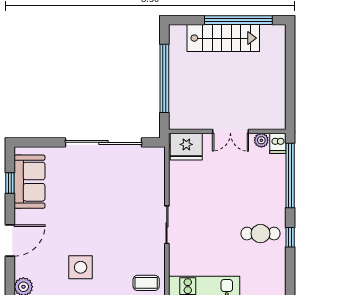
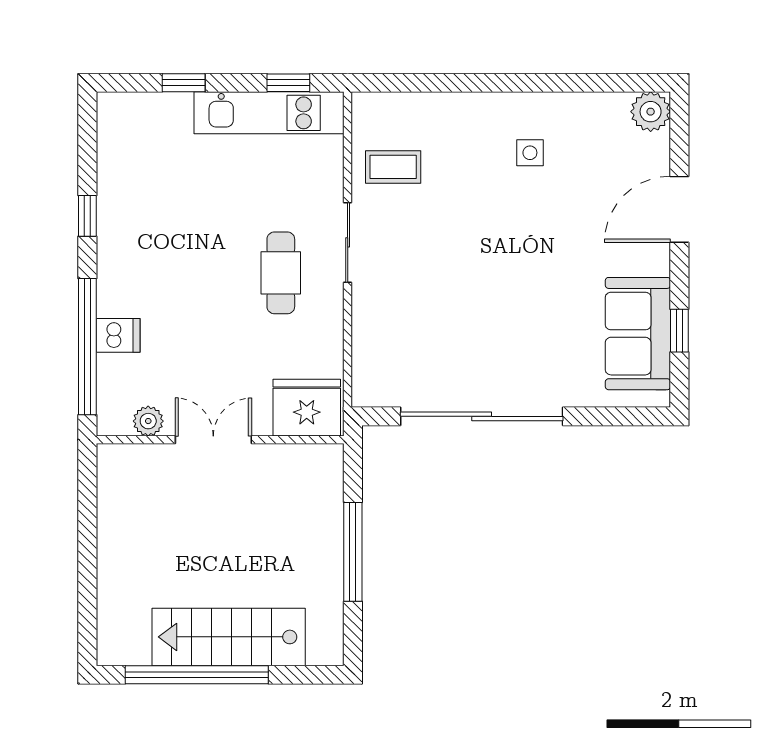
window: (164, 78) -> (353, 552), width x0.68
dishwasher: (278, 143) -> (118, 335), moved, turned 90
cafe table: (260, 234) -> (281, 273), moved, turned 90
side table: (81, 267) -> (530, 153), width x0.54, depth x0.54
coffee table: (146, 283) -> (393, 167), moved

